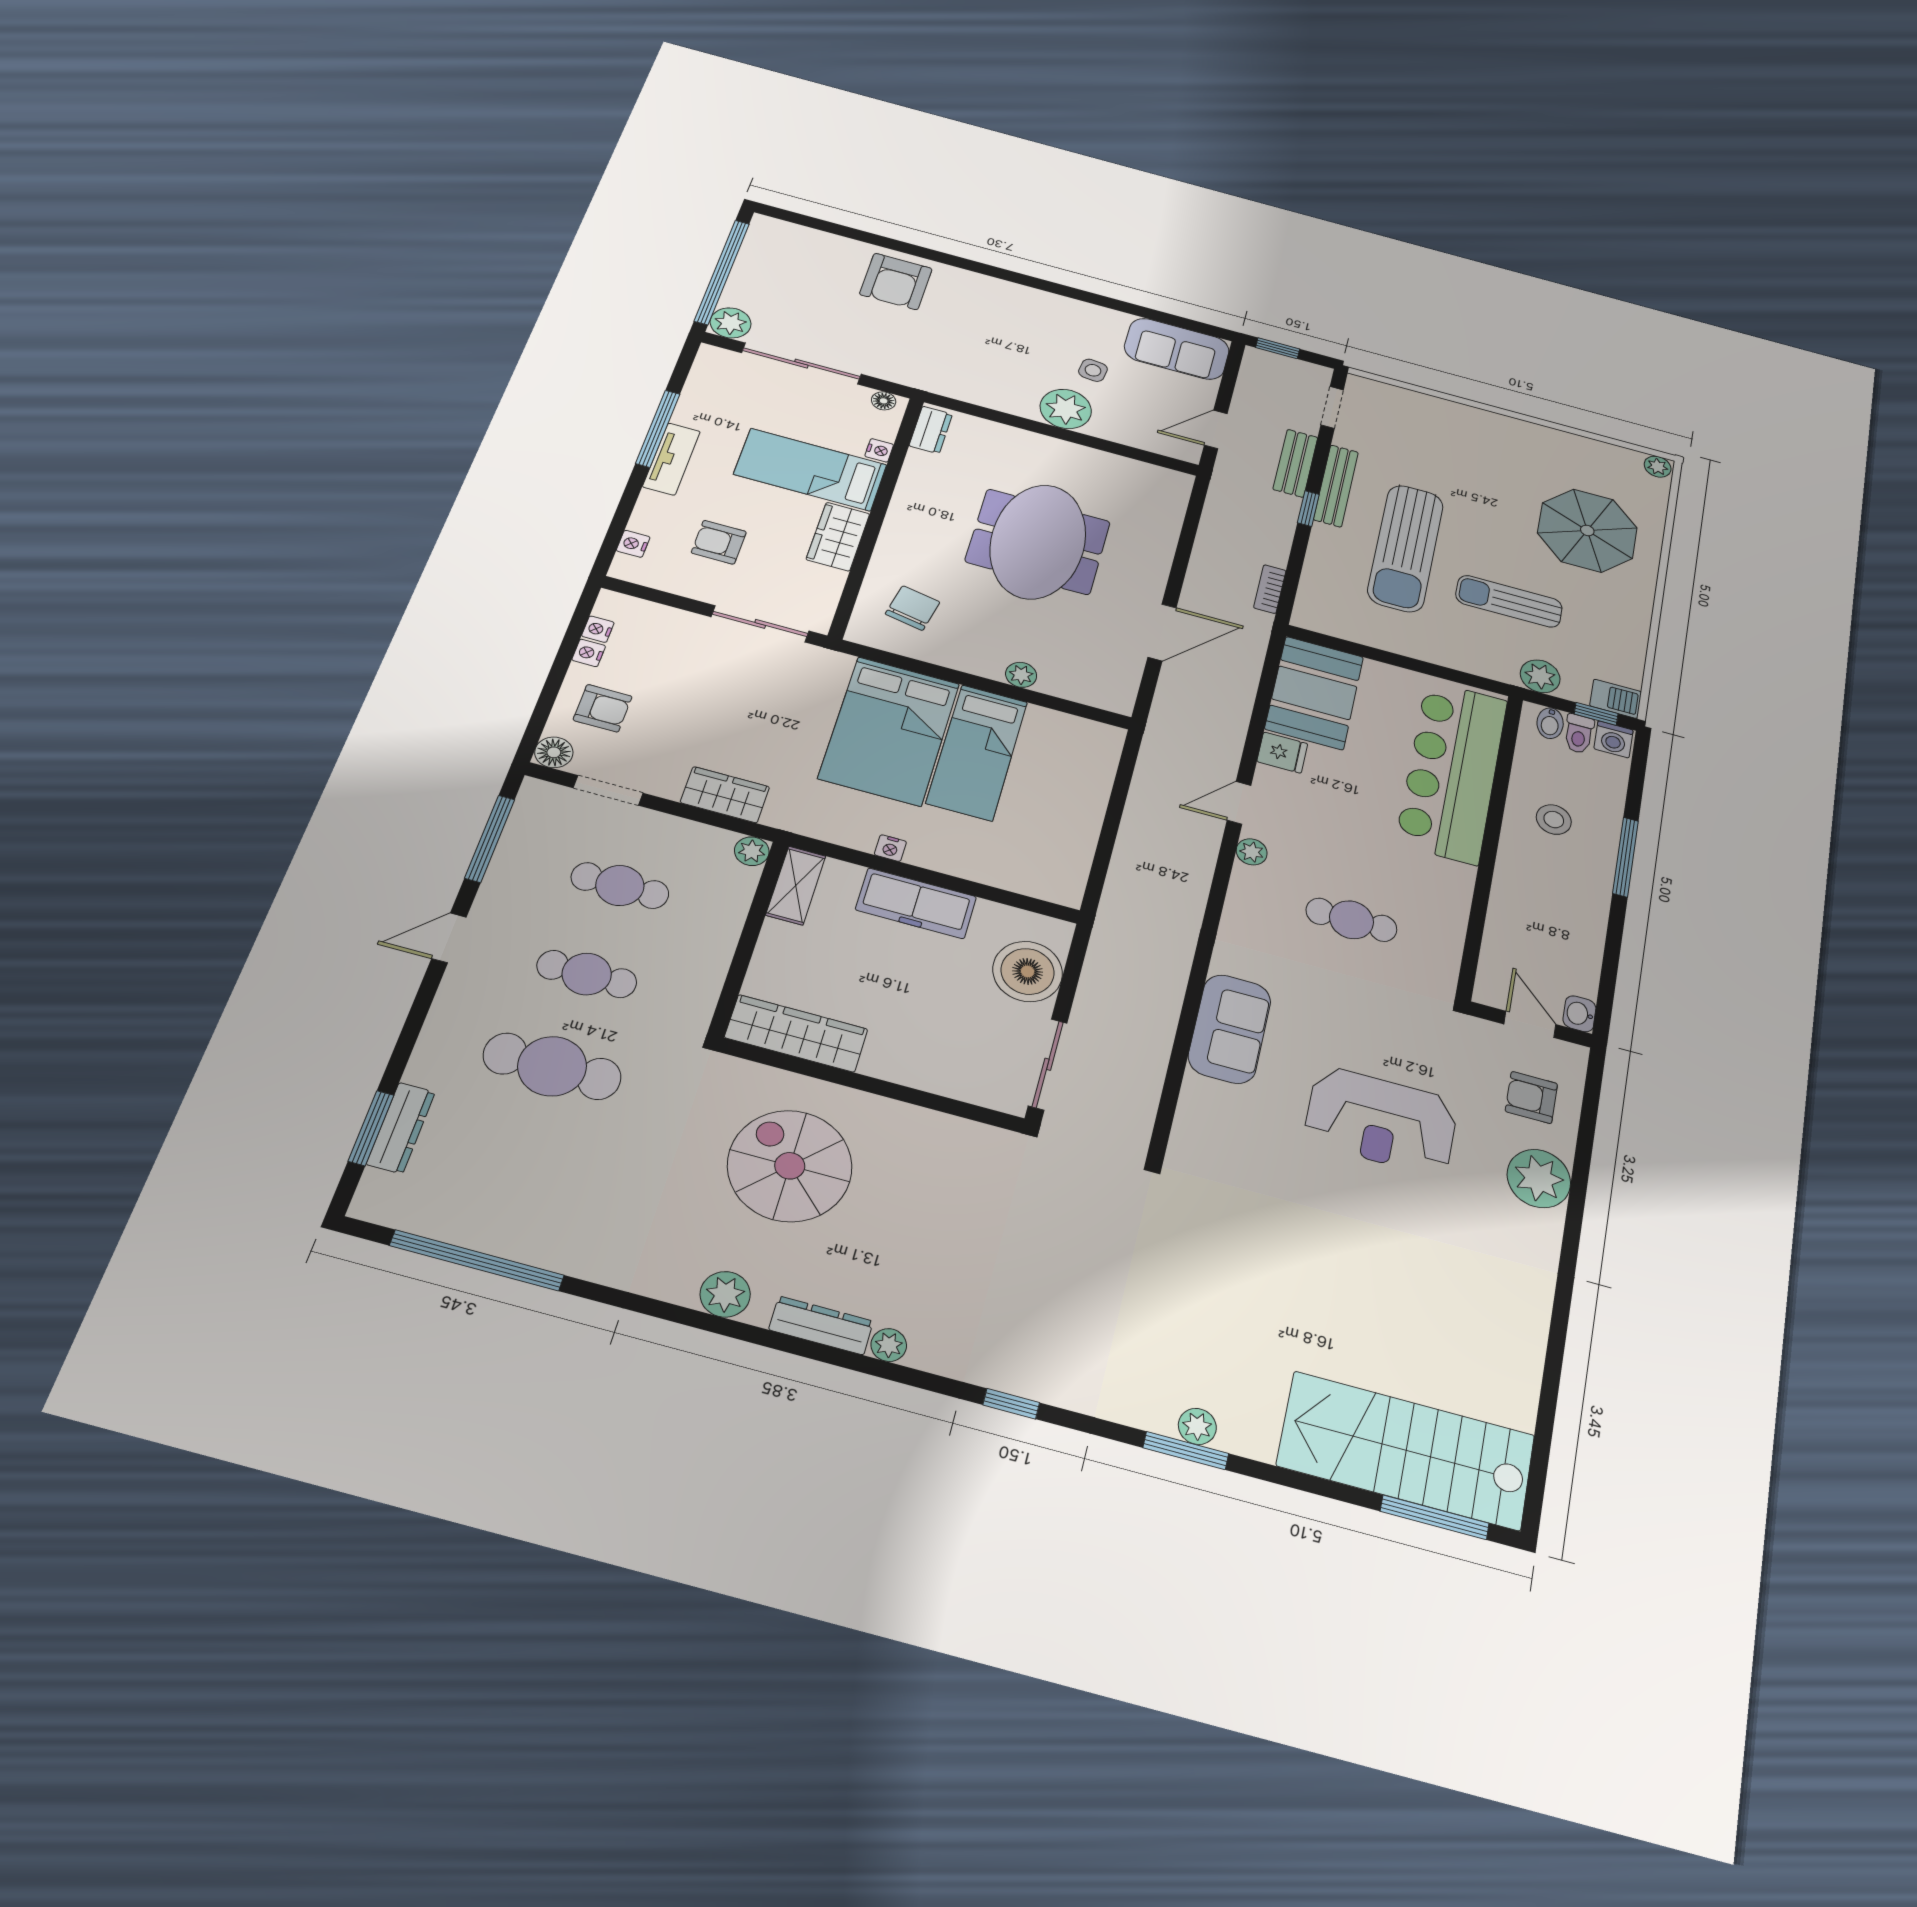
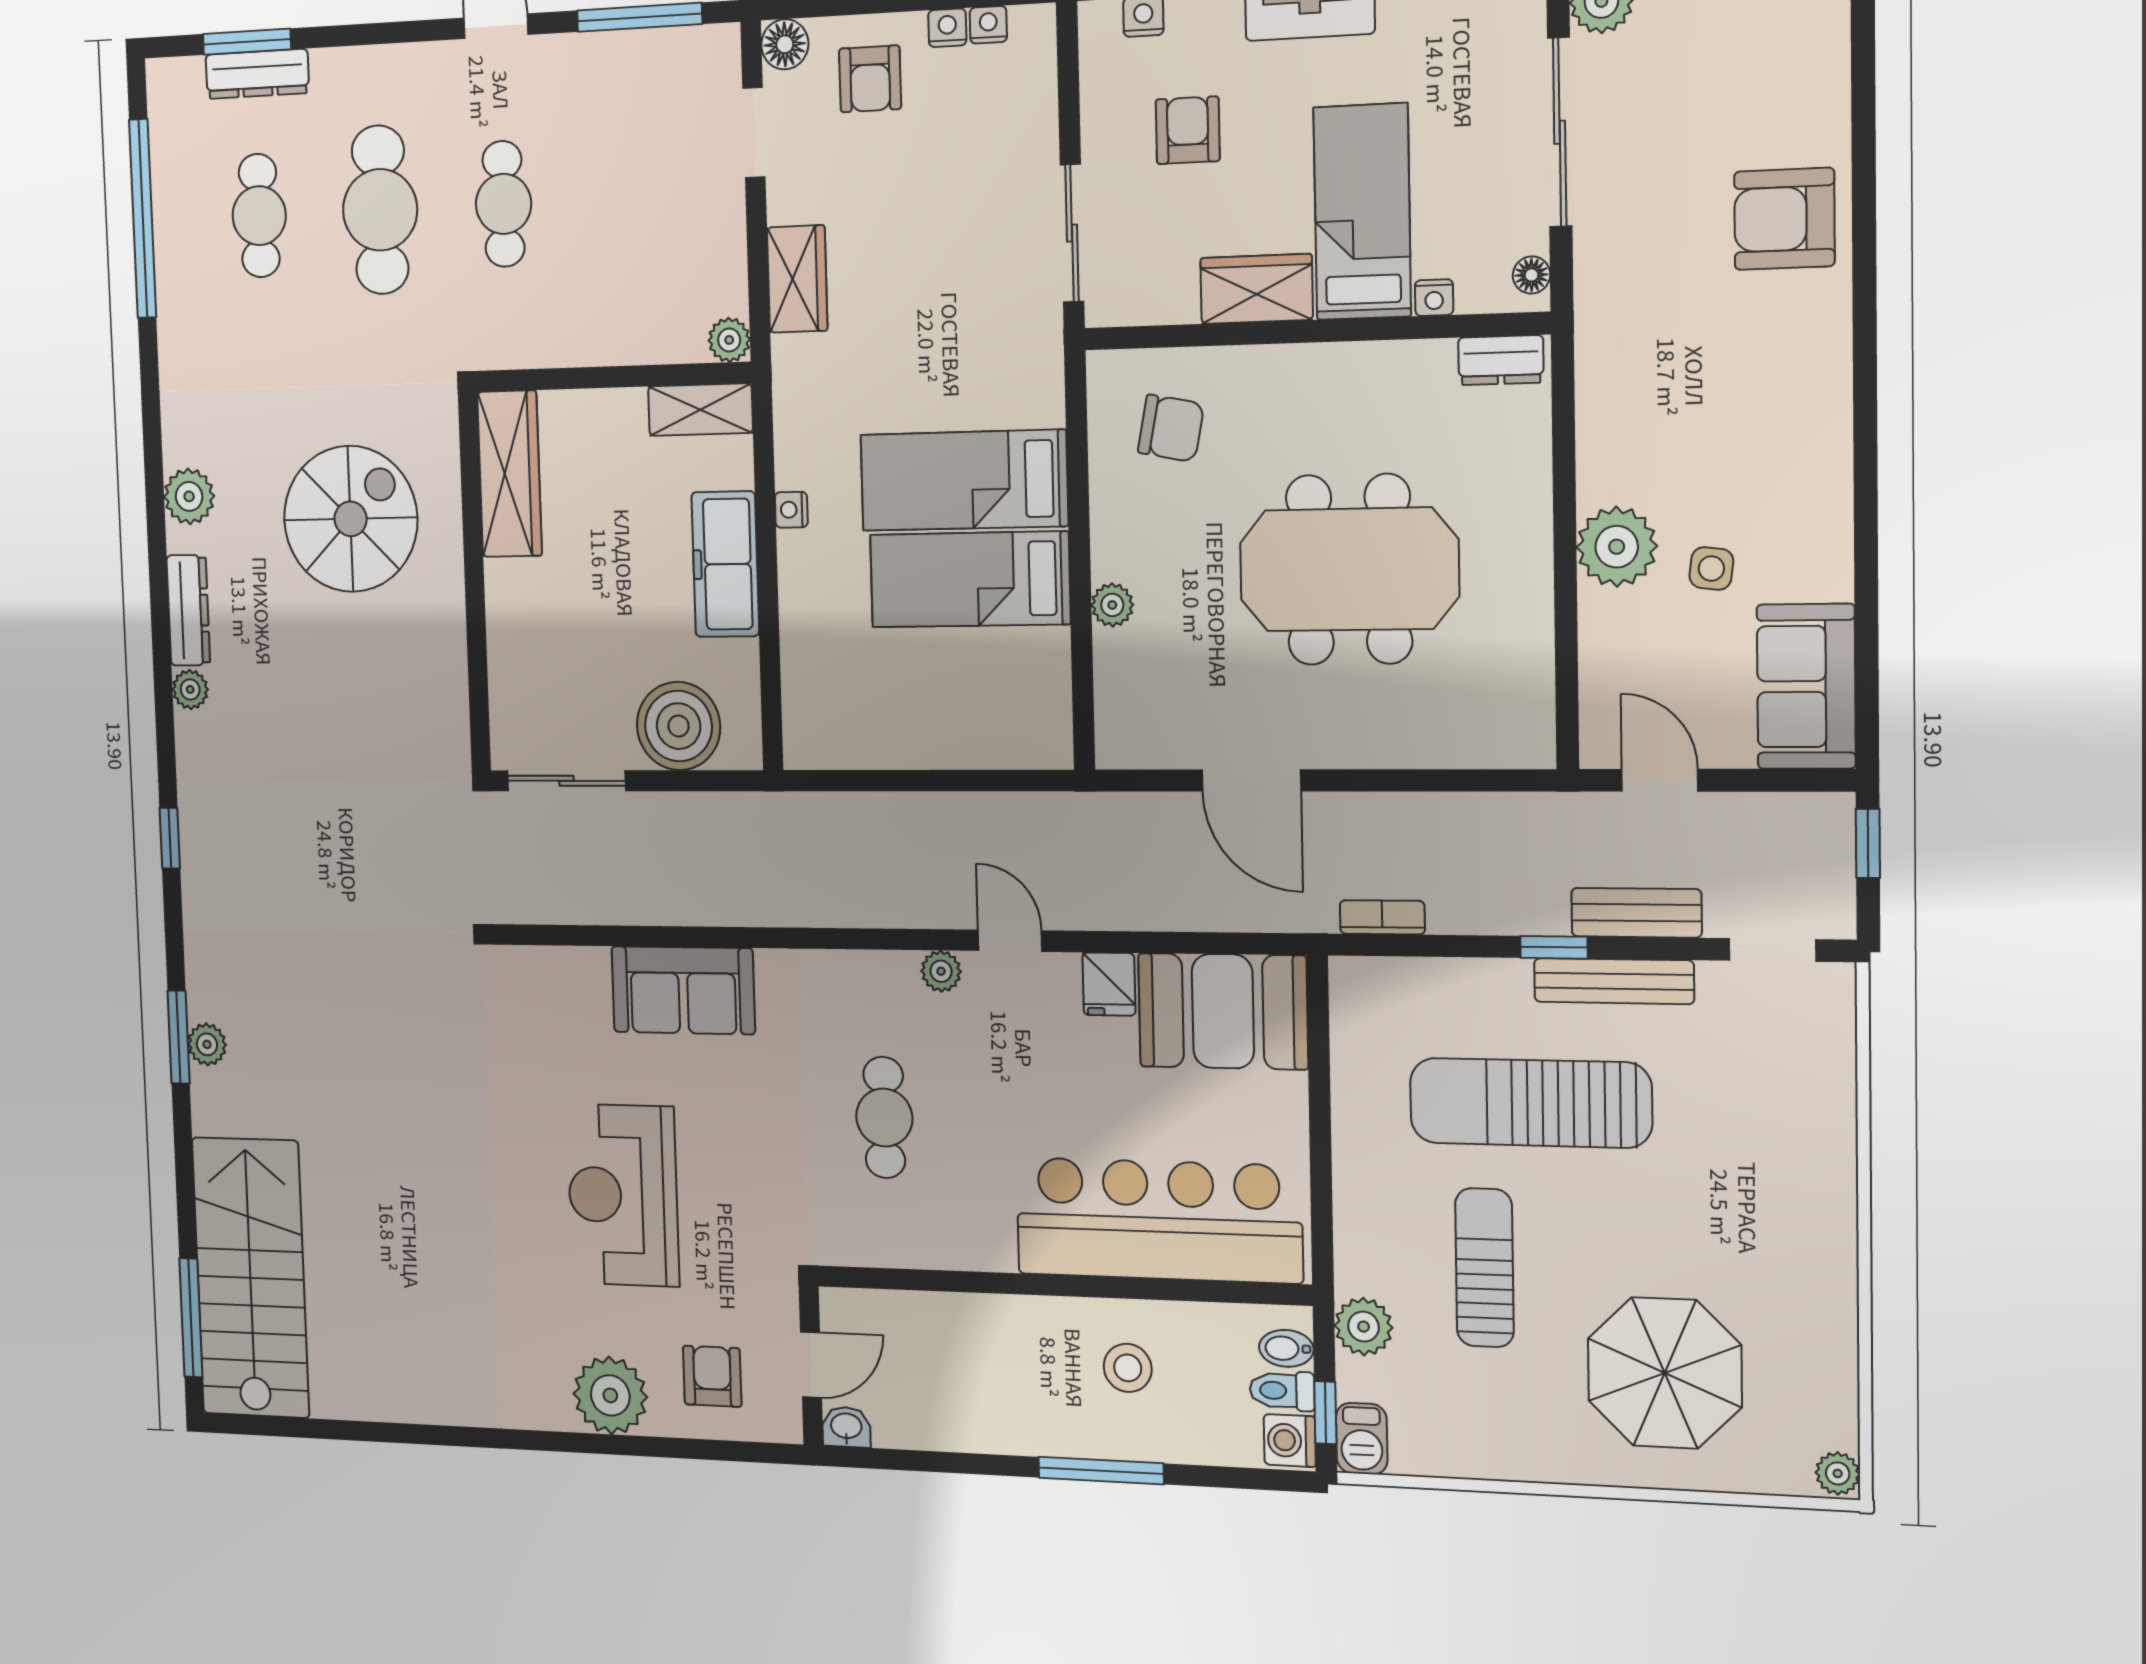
bed: (889, 731) -> (964, 480), width x0.67
cafe table: (620, 886) -> (259, 216), moved

